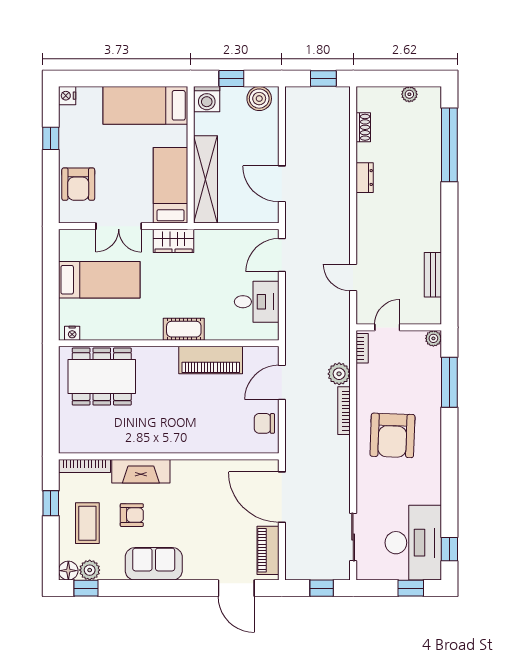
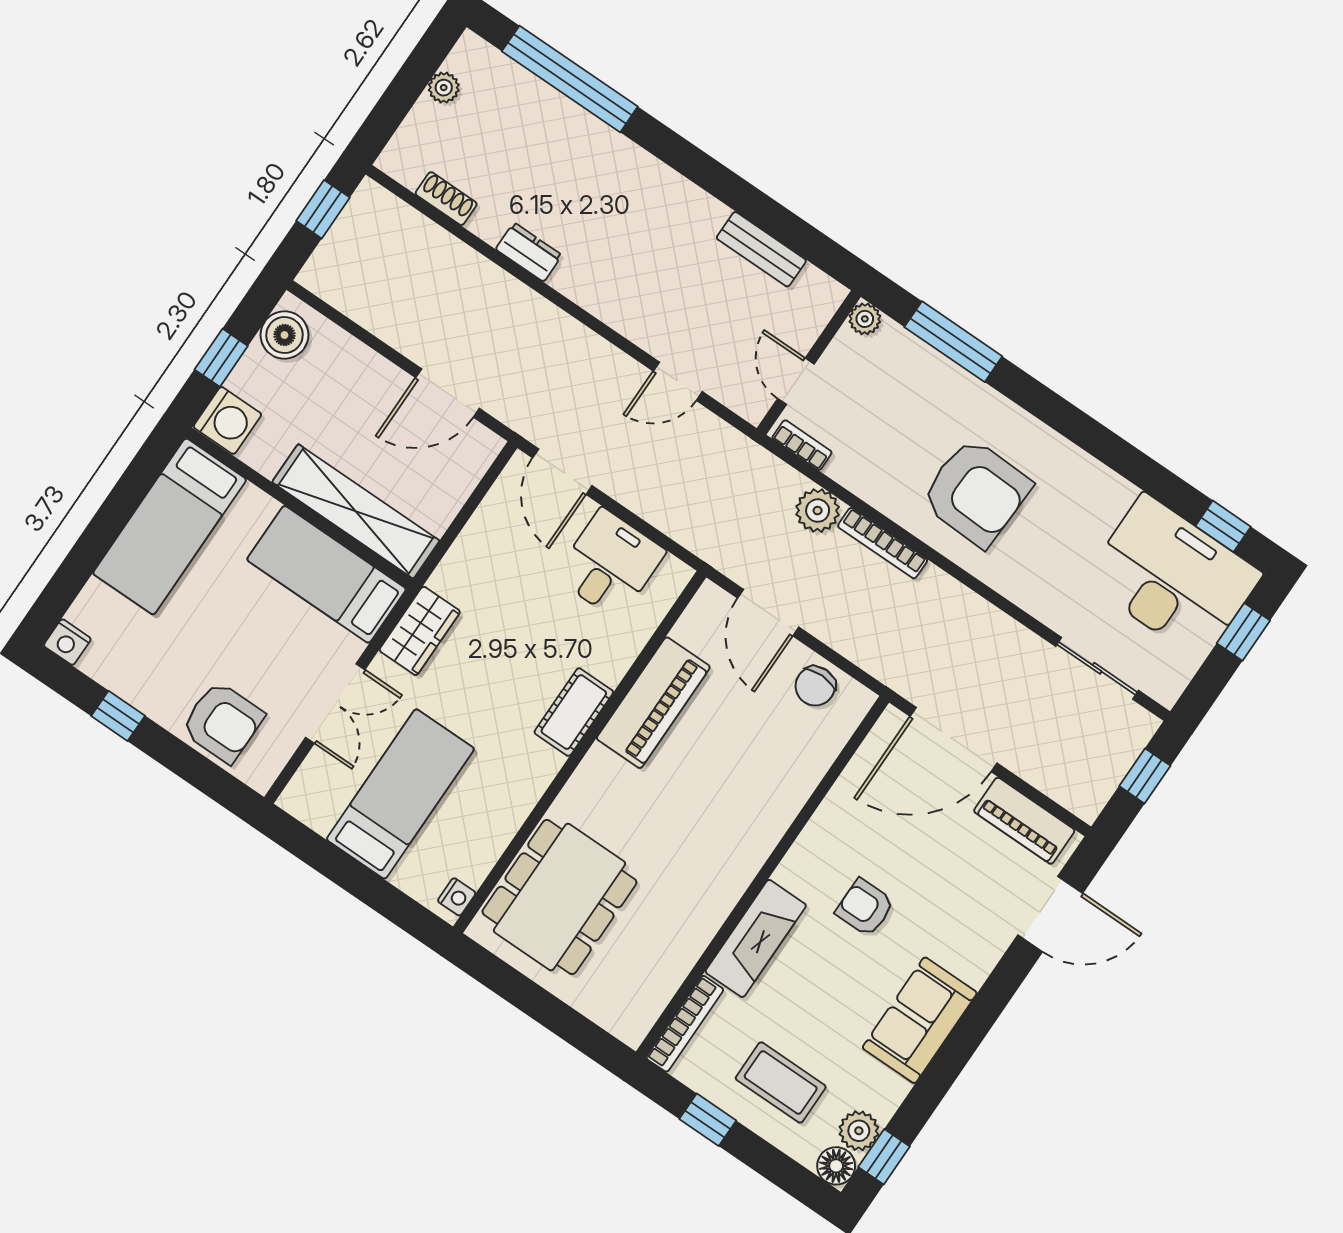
armchair: (132, 515) -> (865, 908), moved, turned -90

